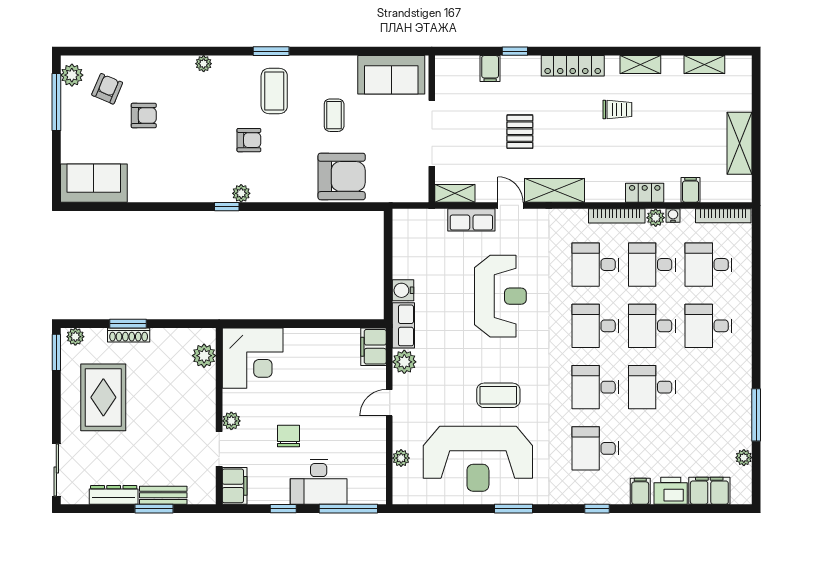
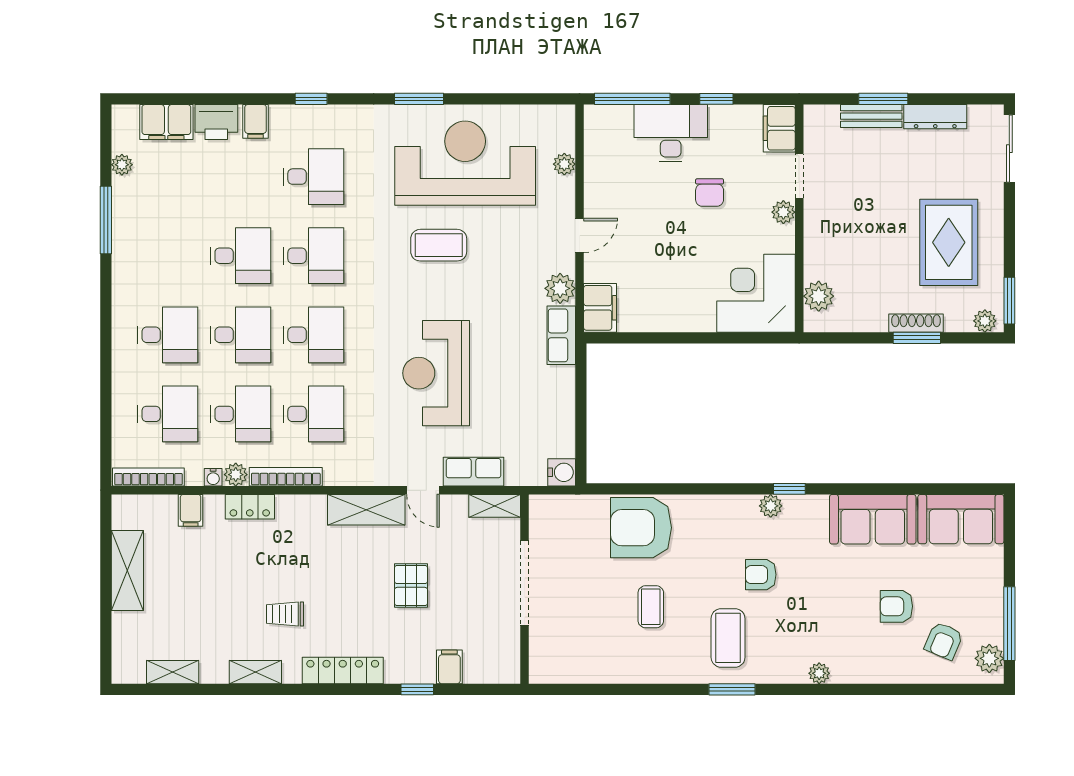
sofa: (391, 75) -> (873, 519), moved, turned 180
water cooler: (403, 290) -> (562, 472), moved

